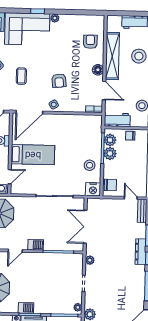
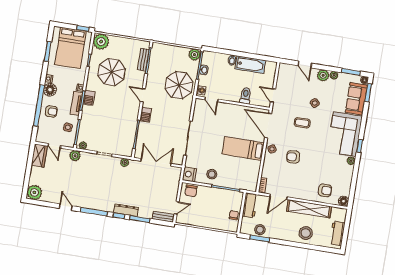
floor lamp: (98, 70) -> (344, 201), moved
plant: (110, 140) -> (232, 196), removed
plant: (110, 153) -> (220, 194), removed
bed: (33, 155) -> (243, 148), moved, turned 90

